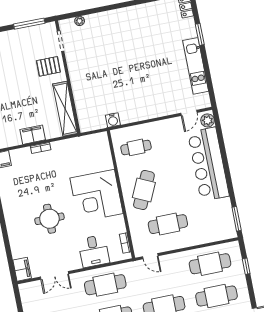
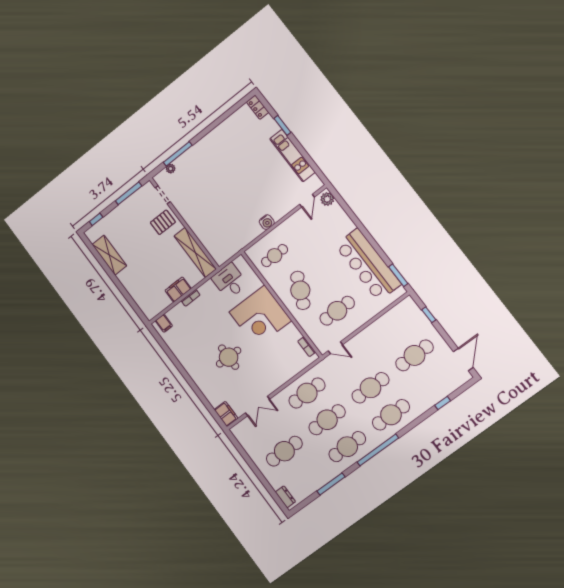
window: (93, 11) -> (178, 154), added
water cooler: (113, 120) -> (267, 222), moved
bar counter: (208, 164) -> (368, 265), moved
desk: (94, 251) -> (230, 281), moved, turned 180
cafe table: (210, 264) -> (394, 329), removed

